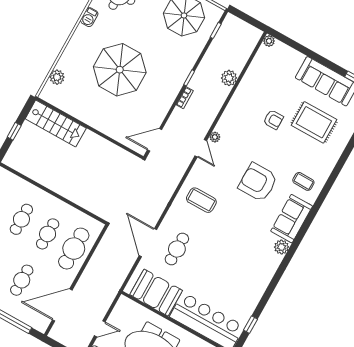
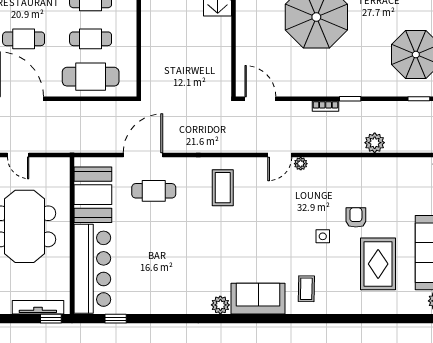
armchair: (273, 120) -> (356, 217), turned 180
side table: (274, 150) -> (323, 236), added
armchair: (258, 182) -> (277, 239), removed

